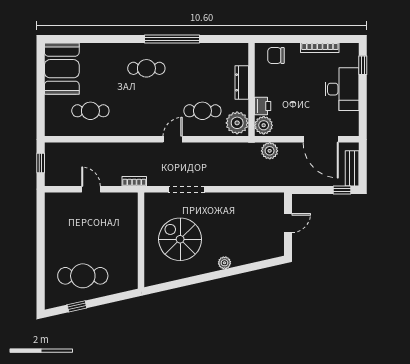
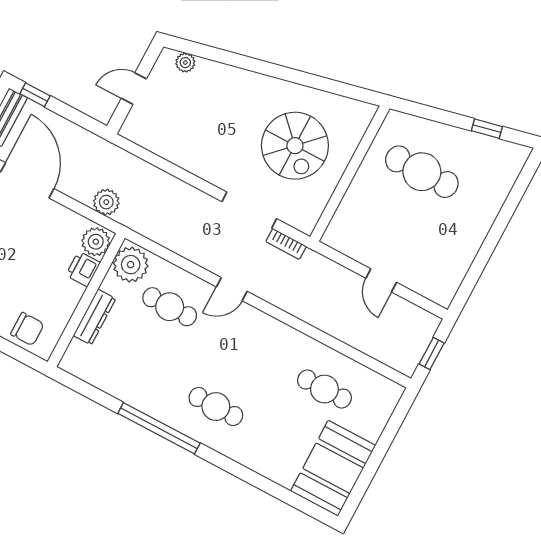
bookcase: (134, 181) -> (286, 244), moved
plant: (224, 263) -> (185, 63), moved
cafe table: (83, 276) -> (422, 172), moved

